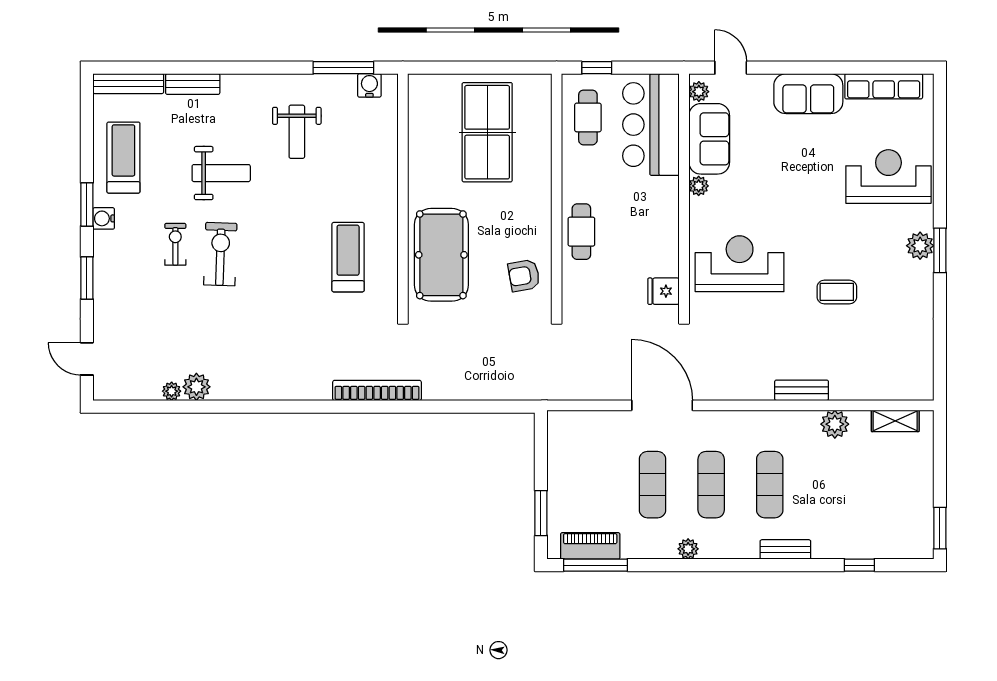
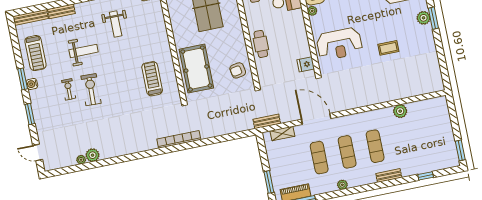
treadmill: (123, 158) -> (36, 53), turned 180
reception desk: (740, 264) -> (339, 44), turned 180
bench: (802, 390) -> (267, 121), moved
shelving: (895, 421) -> (282, 133), moved

